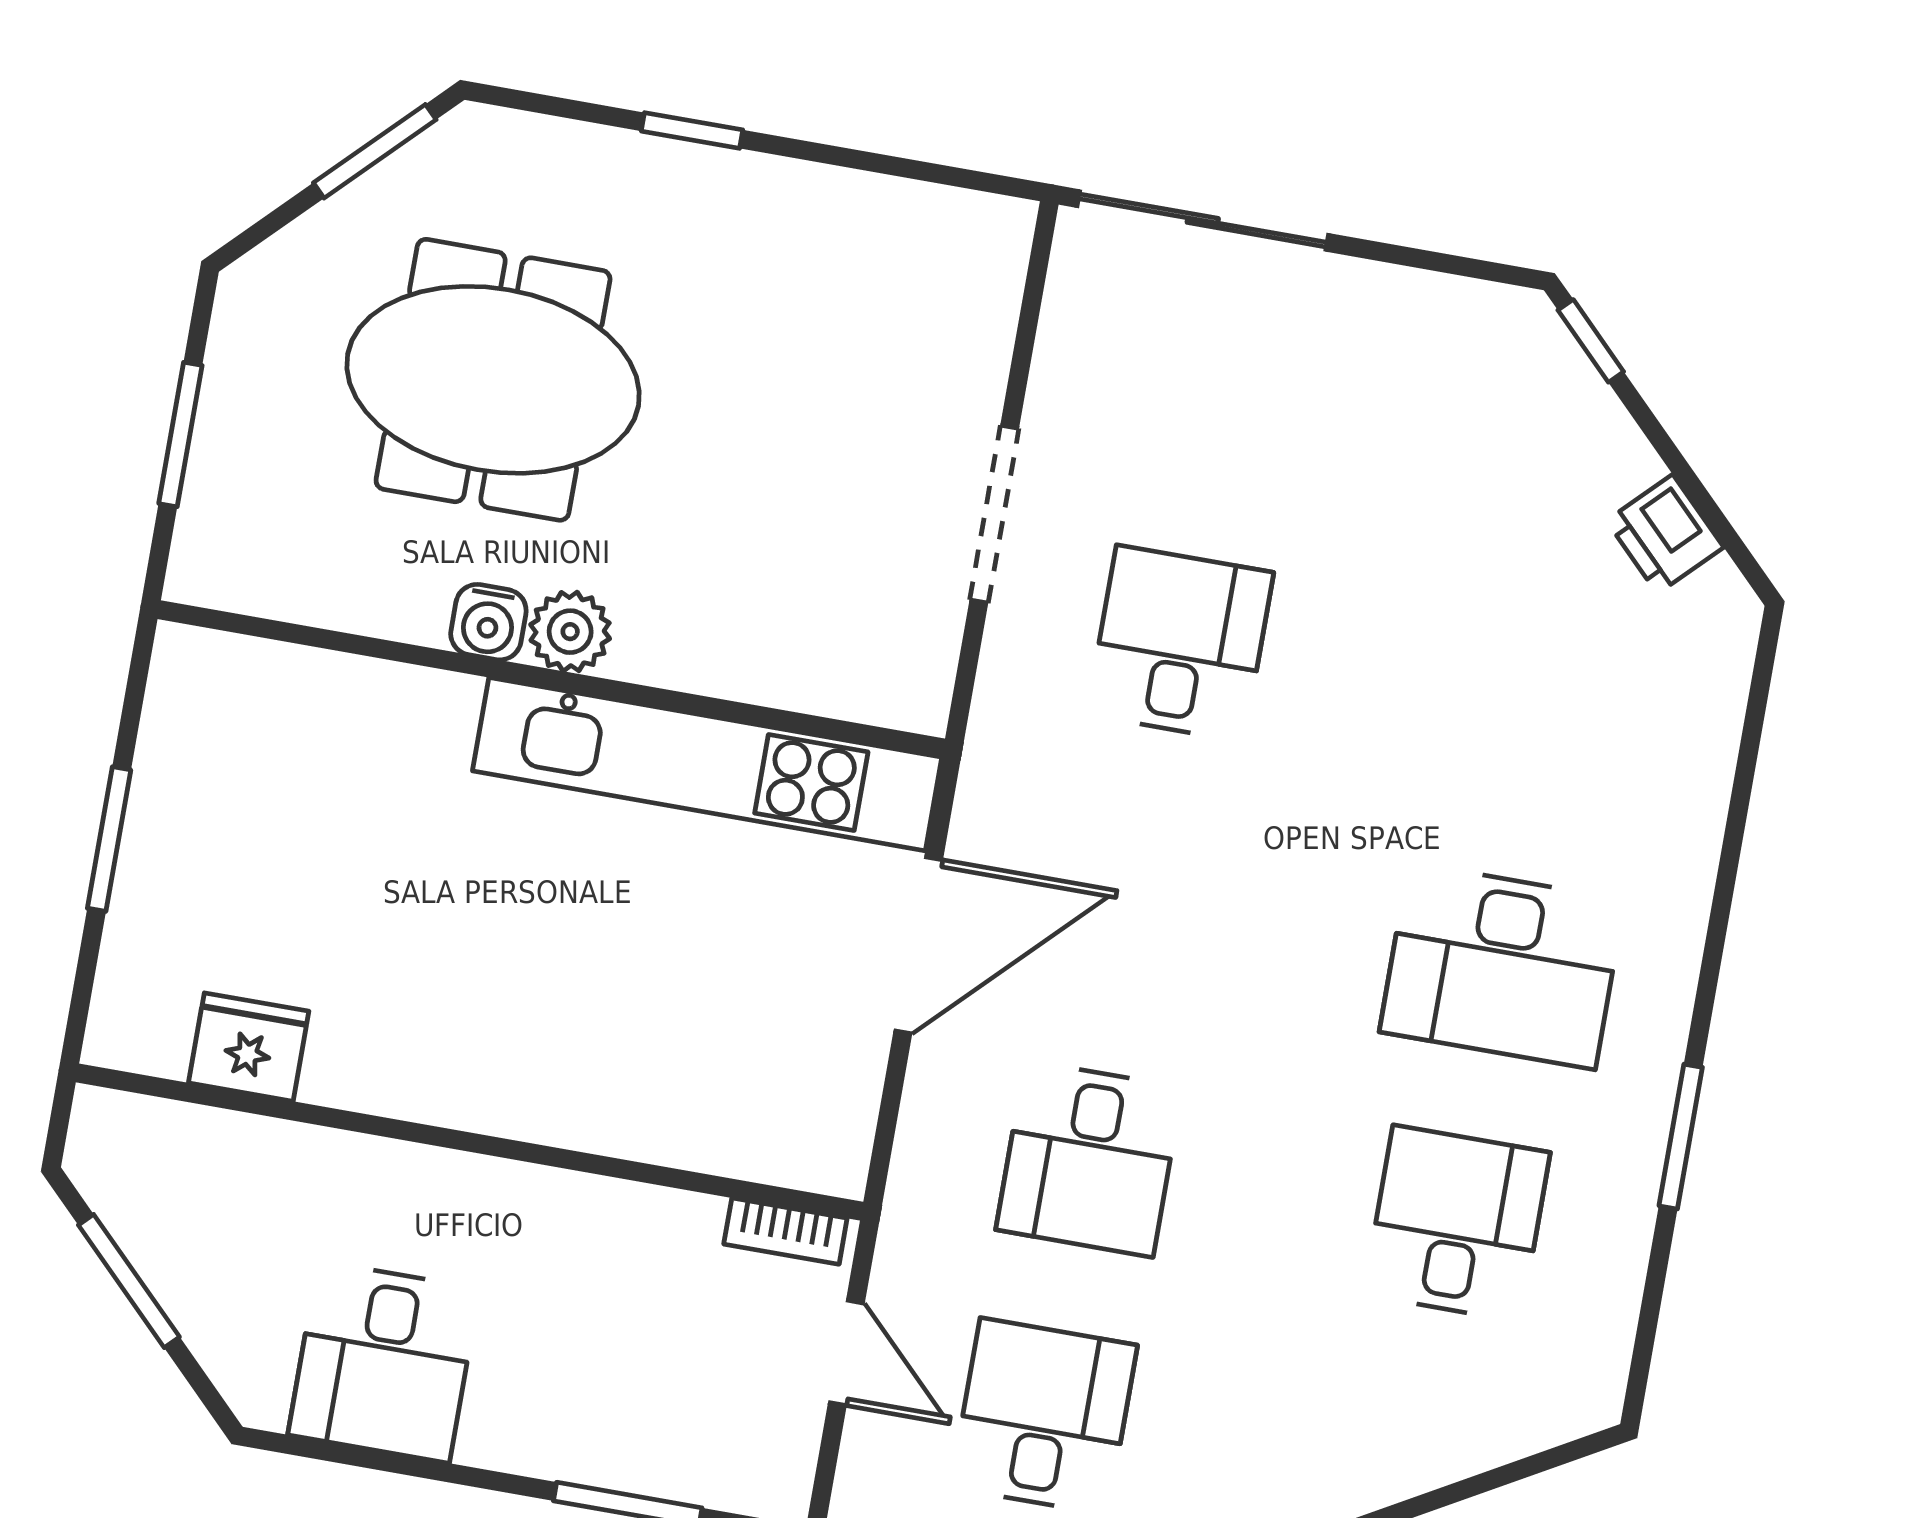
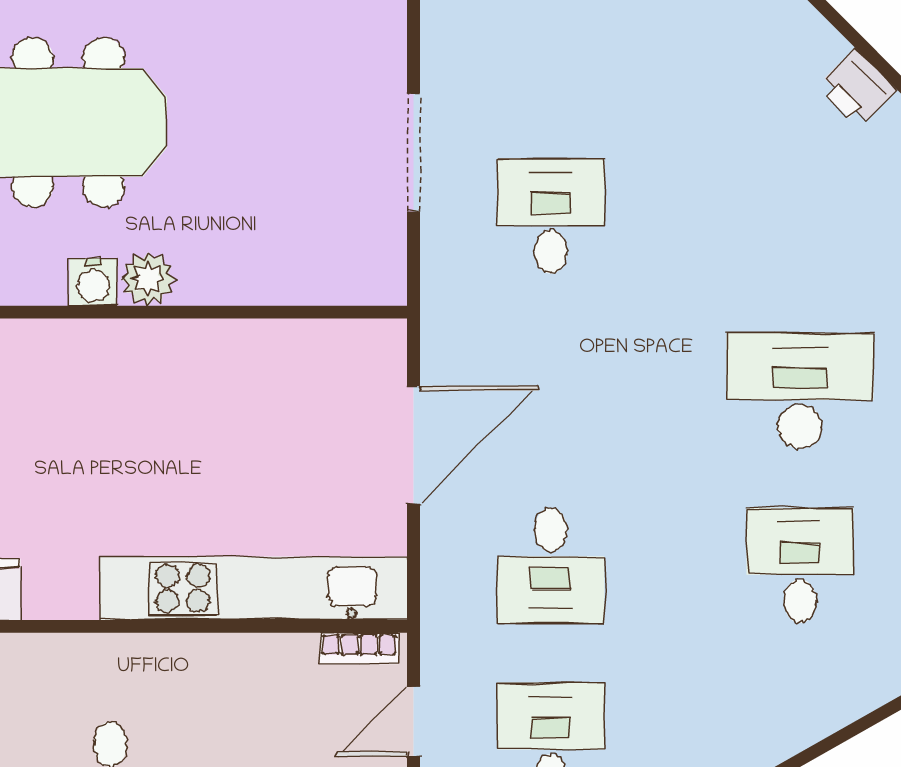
kitchen unit: (707, 764) -> (254, 588), moved, turned 180
desk: (1502, 966) -> (800, 391), turned 180
door: (846, 1353) -> (414, 721), swing flipped

